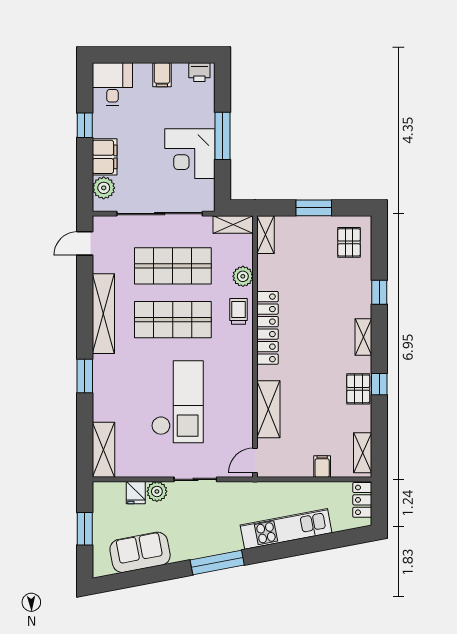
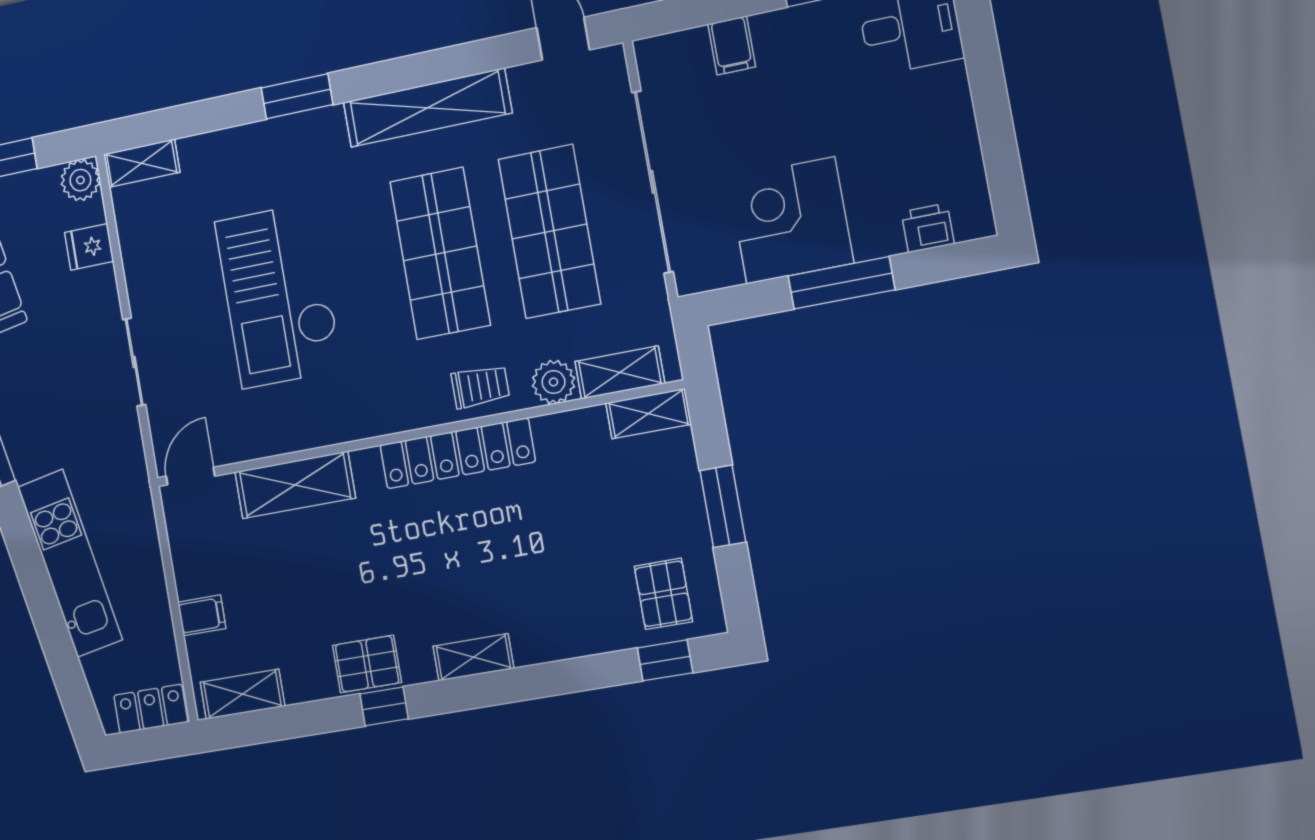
printer: (199, 72) -> (928, 228), moved, turned 90
filing cabinet: (162, 75) -> (950, 127), removed
filing cabinet: (105, 157) -> (732, 45), width x0.50
plant: (104, 188) -> (685, 53), removed
shelving: (233, 224) -> (620, 372), moved, turned 90
pallet: (349, 242) -> (663, 594), turned 90
window: (379, 292) -> (665, 660), moved
checkout: (177, 402) -> (278, 295), turned 90
shelving: (104, 450) -> (142, 163), width x0.67, depth x0.75
door: (255, 461) -> (190, 476), hinge flipped
plant: (157, 491) -> (80, 180), moved

